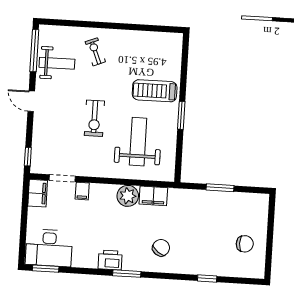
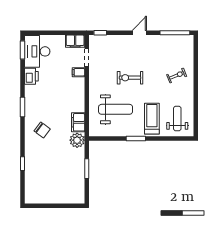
weight bench: (57, 63) -> (177, 119), moved, turned 180
plant: (128, 196) -> (77, 140), moved
chair: (245, 244) -> (48, 188), removed
printer: (110, 260) -> (31, 76), moved

